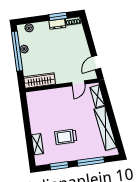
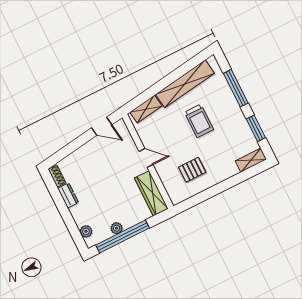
window: (58, 16) -> (58, 198), removed
door: (78, 83) -> (146, 158), moved
pallet: (46, 113) -> (192, 170), added
trolley: (66, 137) -> (199, 121), moved
shelving: (37, 144) -> (251, 160), moved

